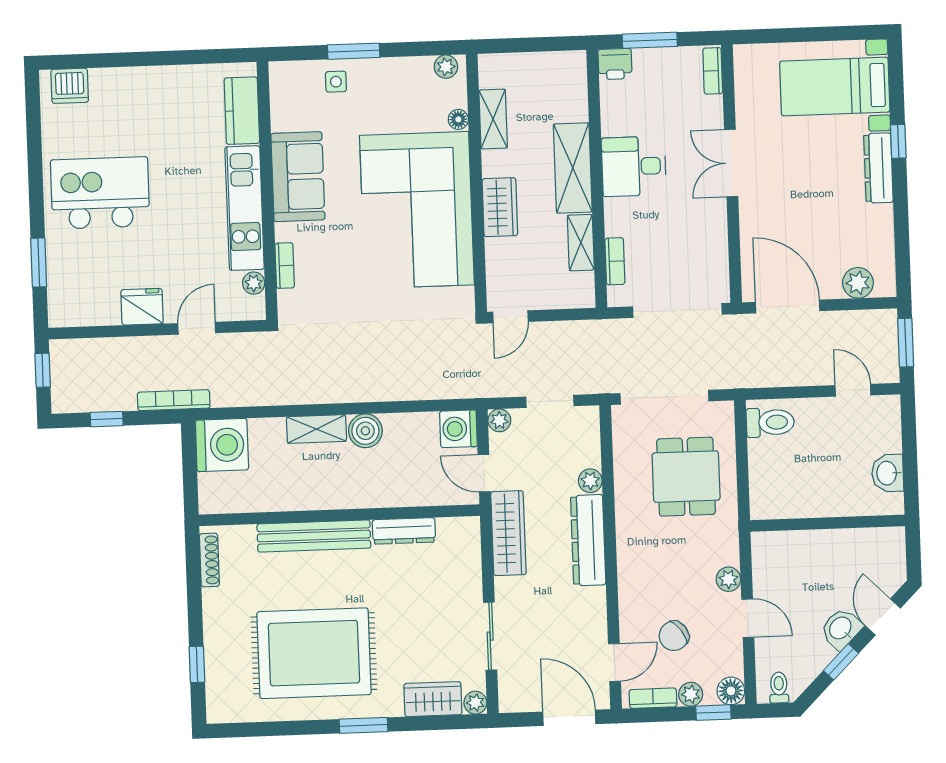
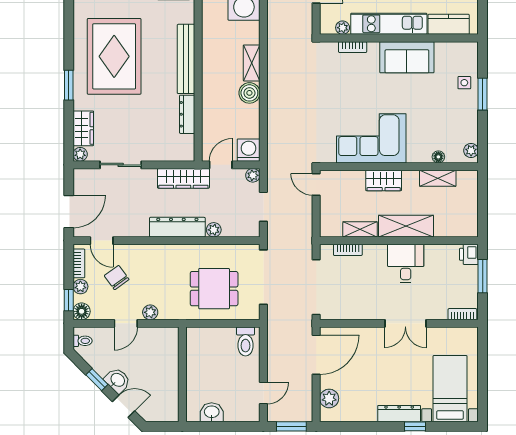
double door: (731, 163) -> (405, 323), swing flipped
corner sofa: (417, 210) -> (371, 138), width x0.73, depth x0.74

